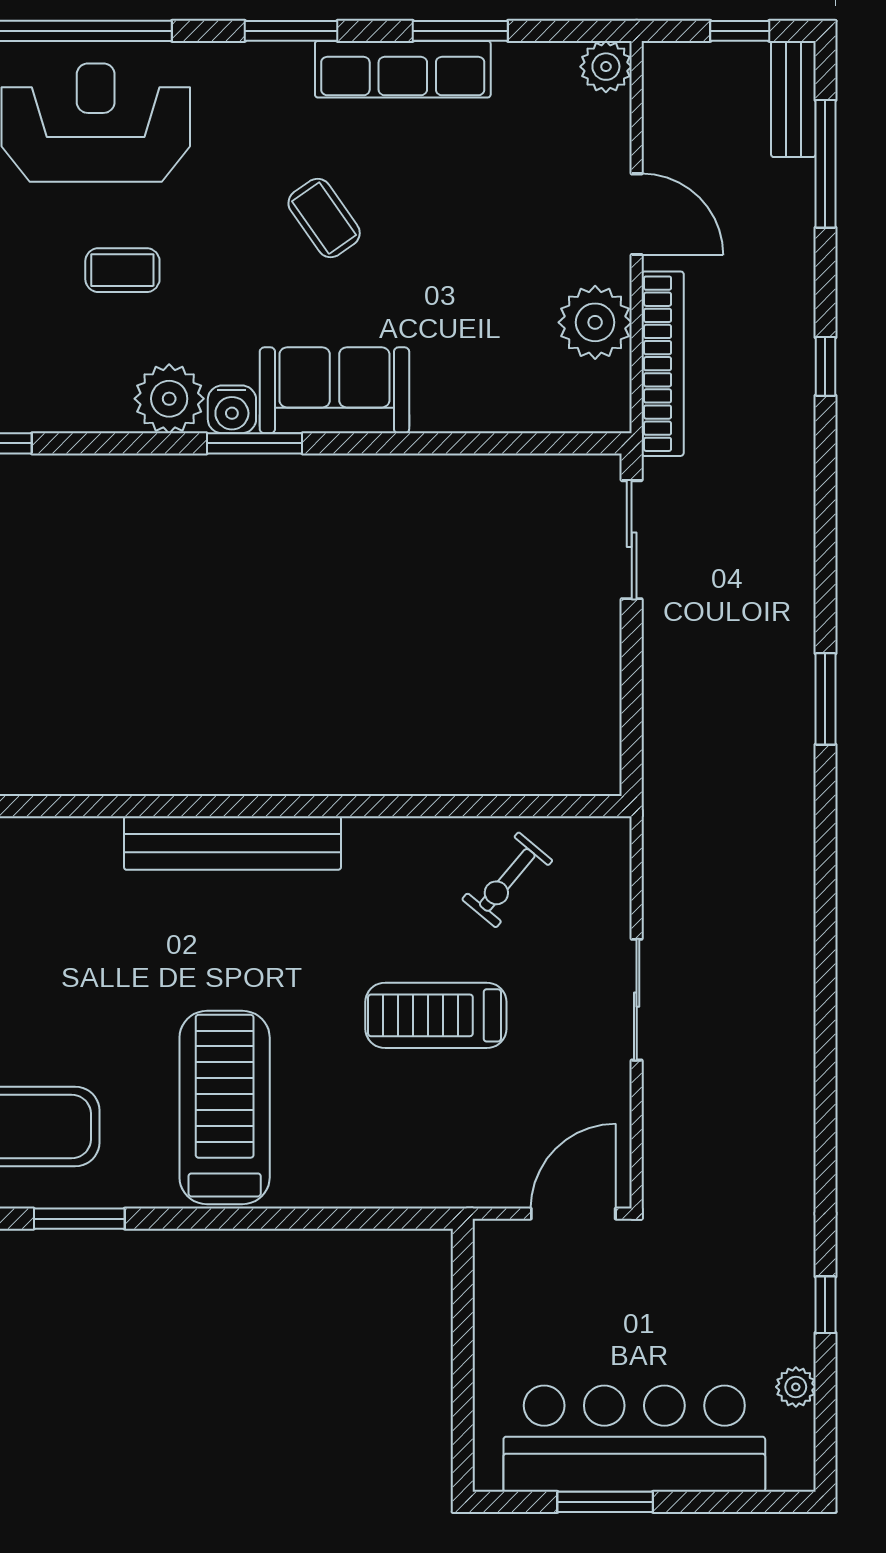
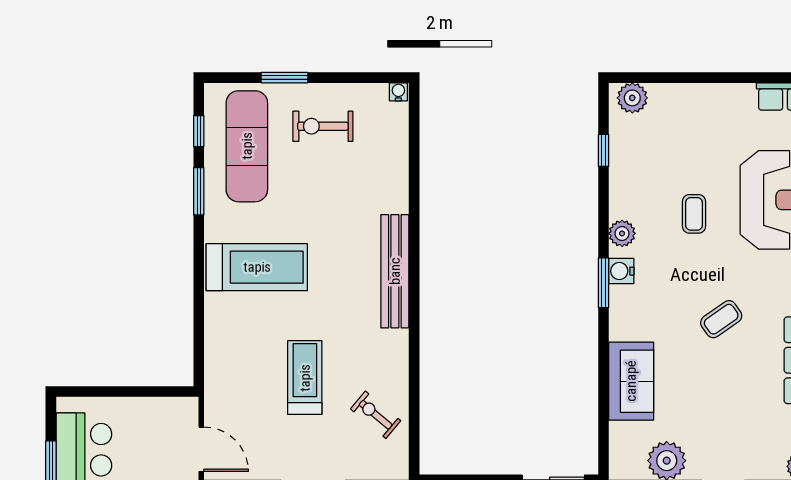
sofa: (334, 390) -> (631, 381), moved
plant: (169, 399) -> (622, 233), width x0.73, depth x0.73

